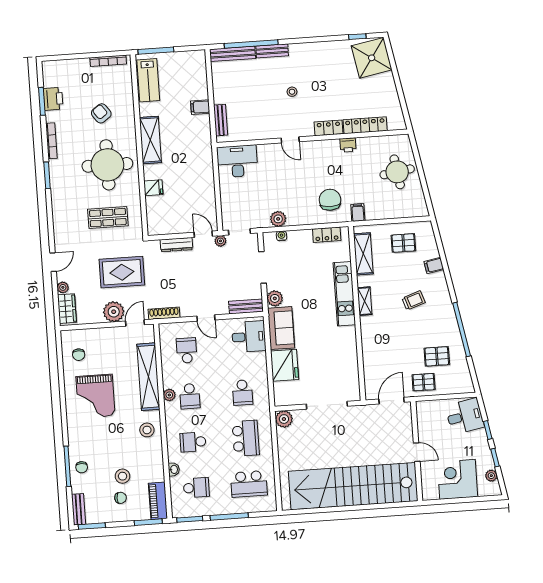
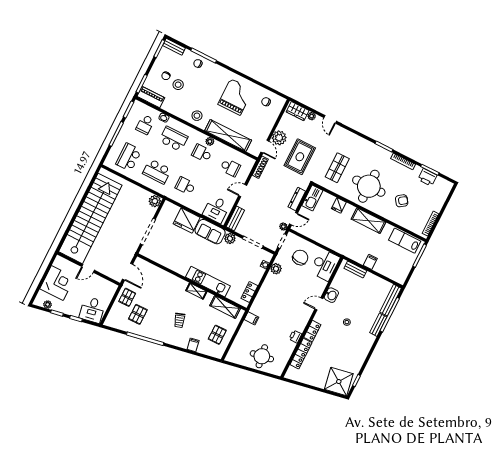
washbasin: (270, 131) -> (331, 295), added
chair: (330, 200) -> (300, 257), moved, turned -86
kitchen sink: (164, 226) -> (312, 198), added
grand piano: (95, 396) -> (235, 97), turned 90
school desk: (193, 442) -> (173, 139), width x1.85

